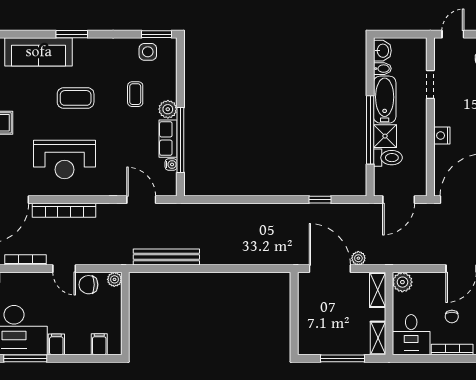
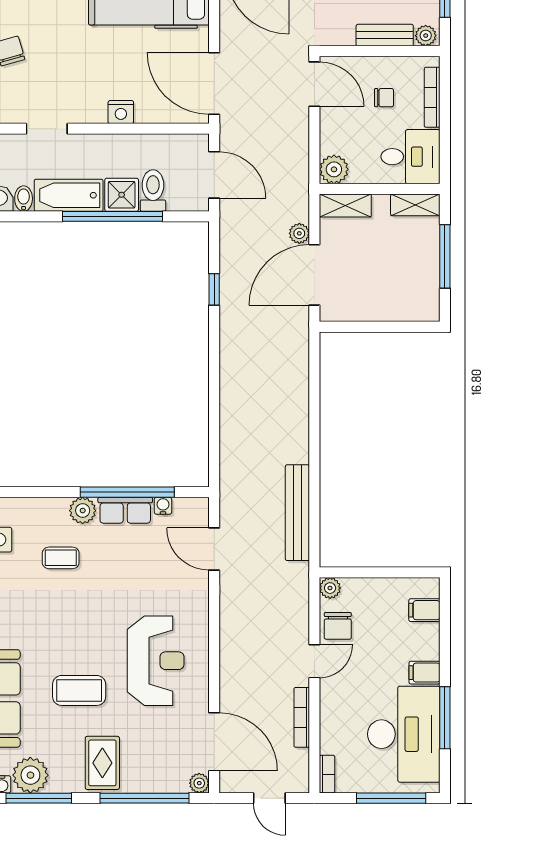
coffee table: (76, 98) -> (79, 690), moved, turned 90
door: (141, 200) -> (214, 549), hinge flipped
bookcase: (64, 210) -> (230, 661), removed

